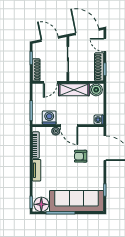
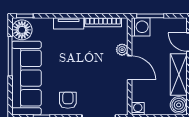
washing machine: (49, 118) -> (141, 27), moved
door: (69, 126) -> (130, 68), swing flipped
armchair: (81, 156) -> (68, 100), moved

